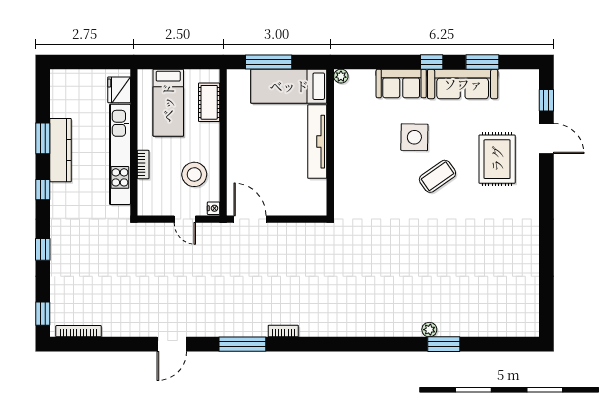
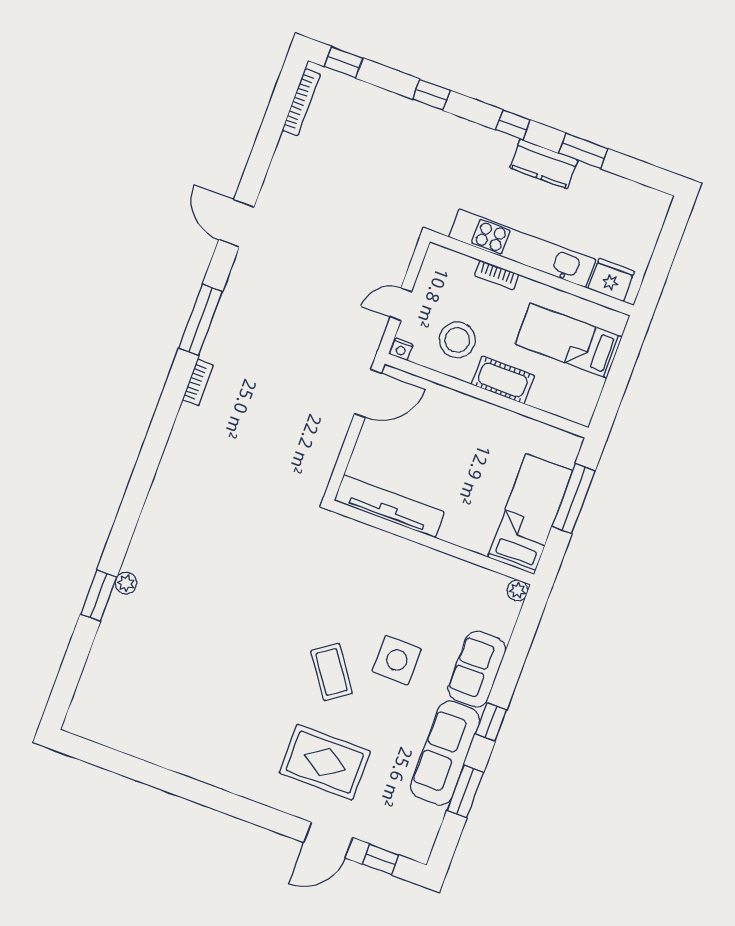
cot: (209, 102) -> (503, 380), moved
tv unit: (317, 142) -> (389, 506), moved
kitchen counter: (61, 150) -> (544, 164), width x0.67

